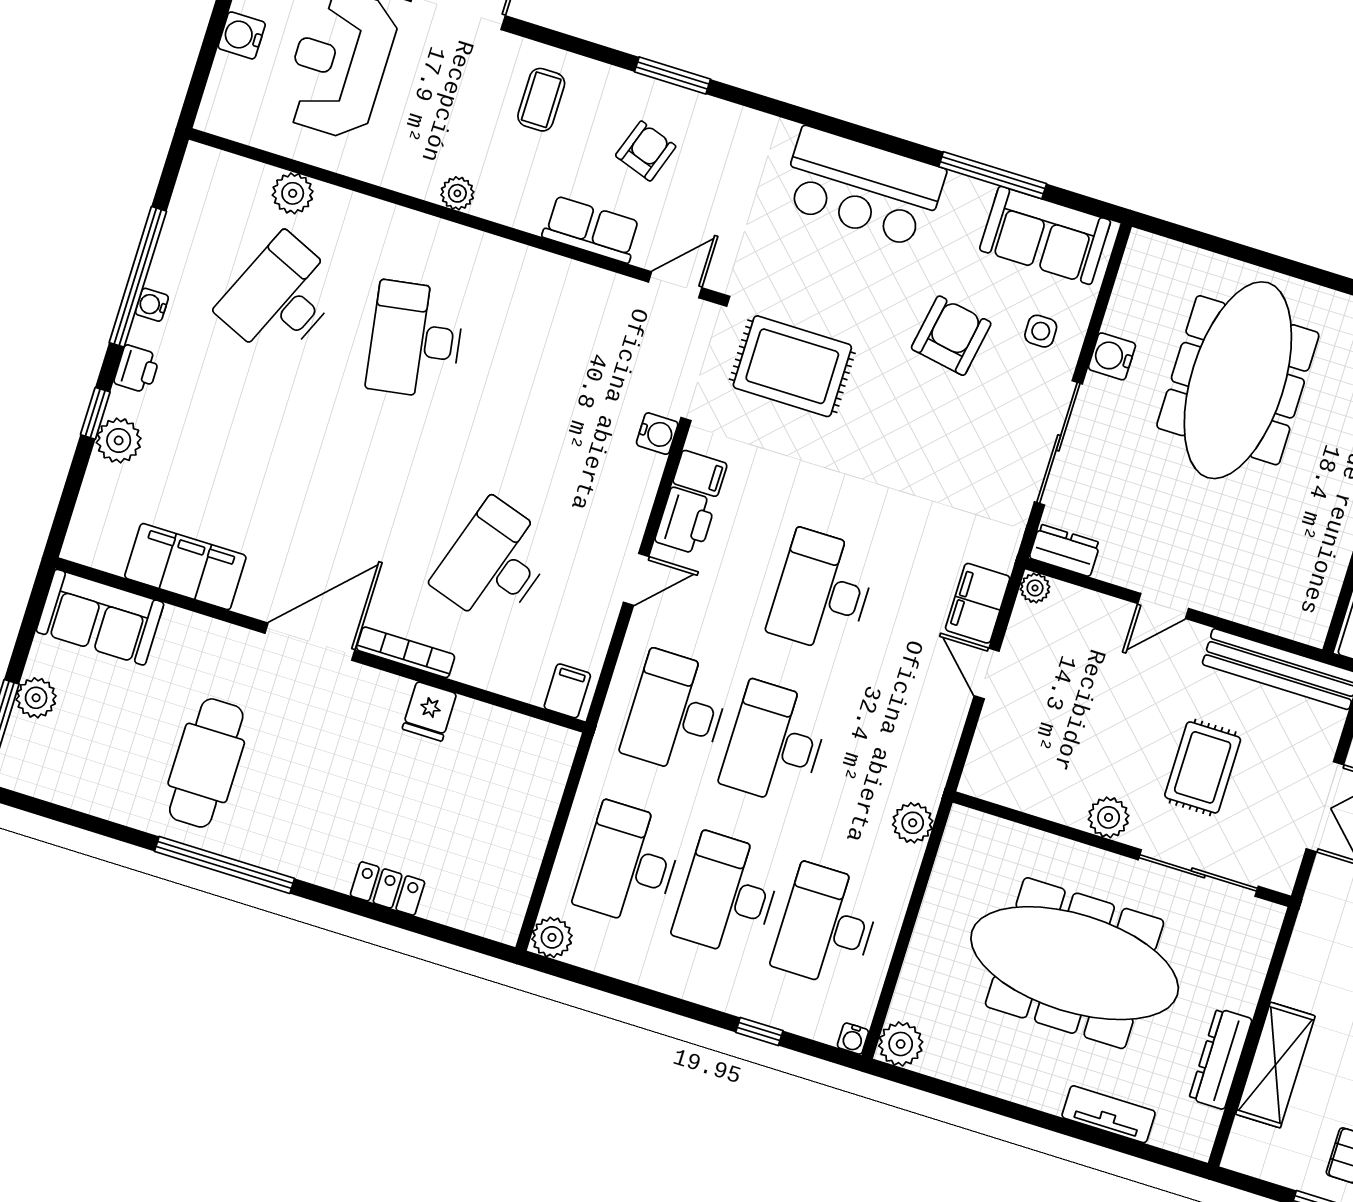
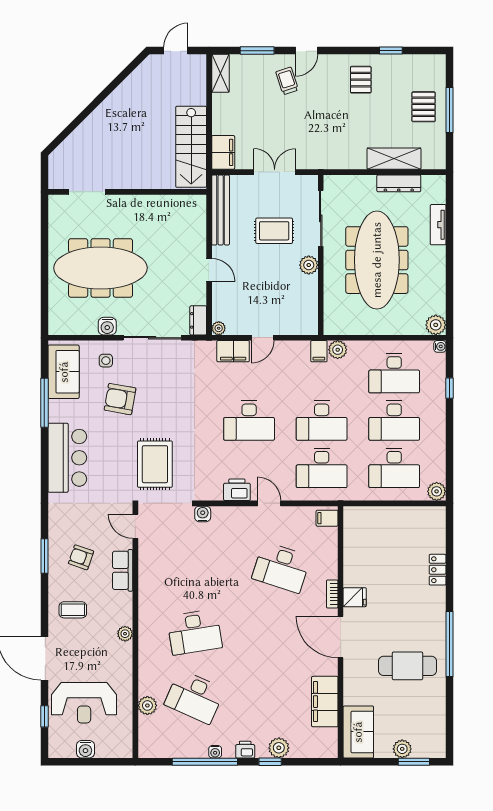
filing cabinet: (700, 473) -> (319, 351), moved, turned 180
bookcase: (406, 652) -> (332, 594), width x0.64
fridge: (429, 711) -> (355, 597), moved

